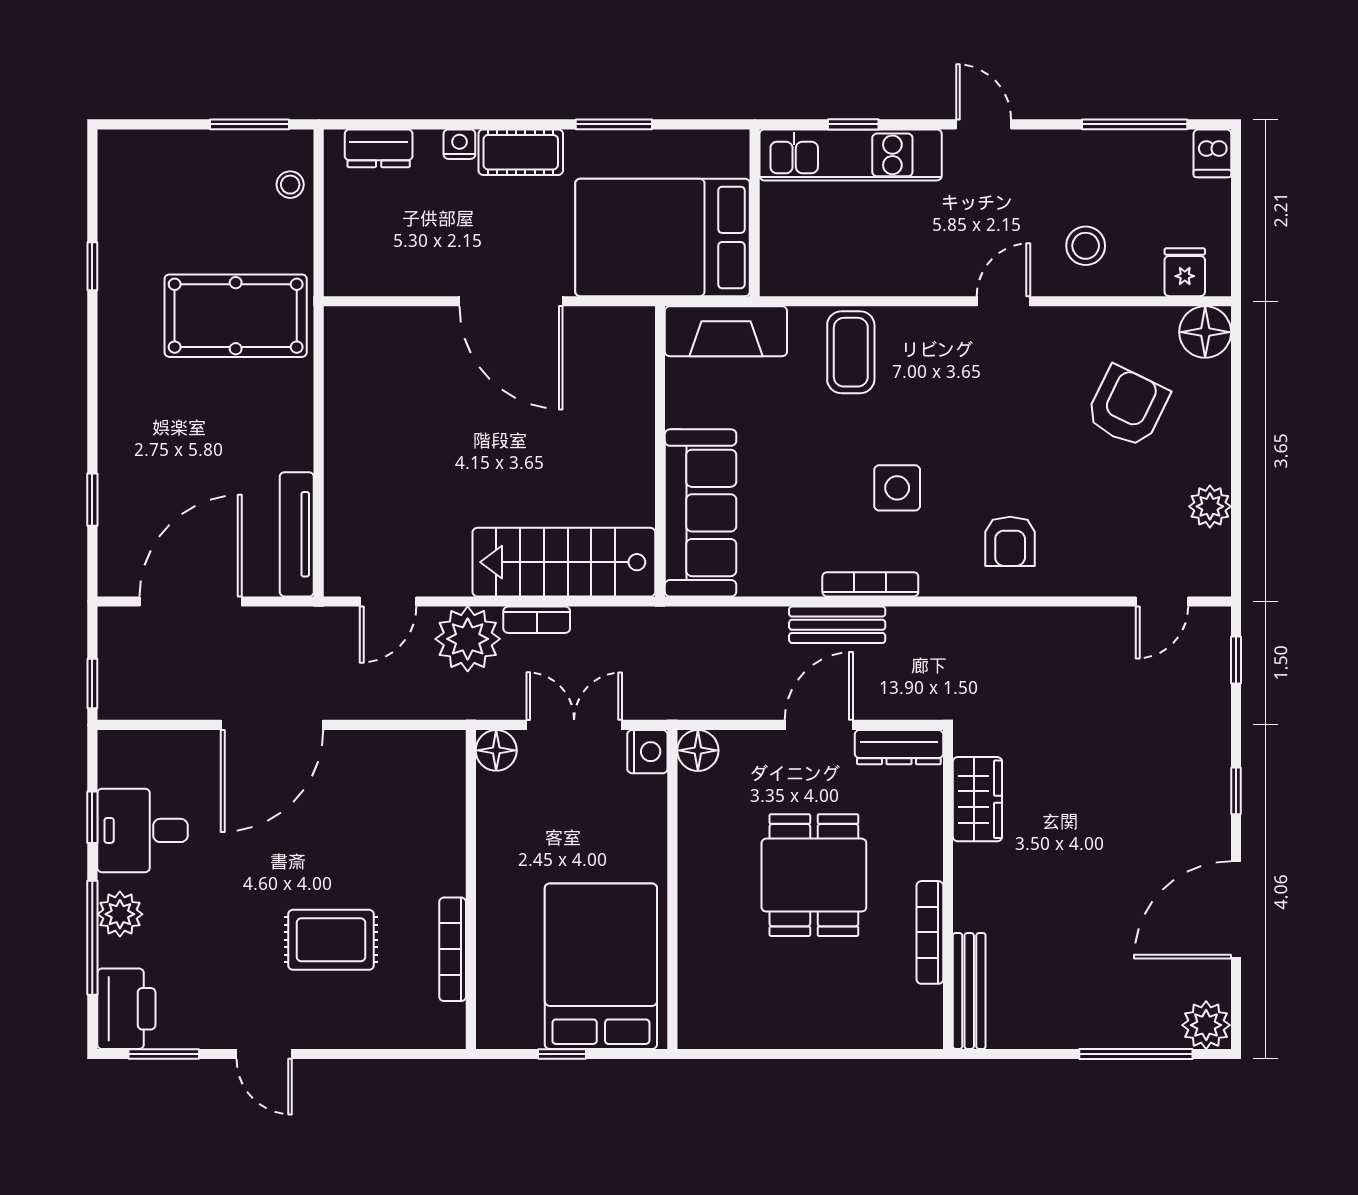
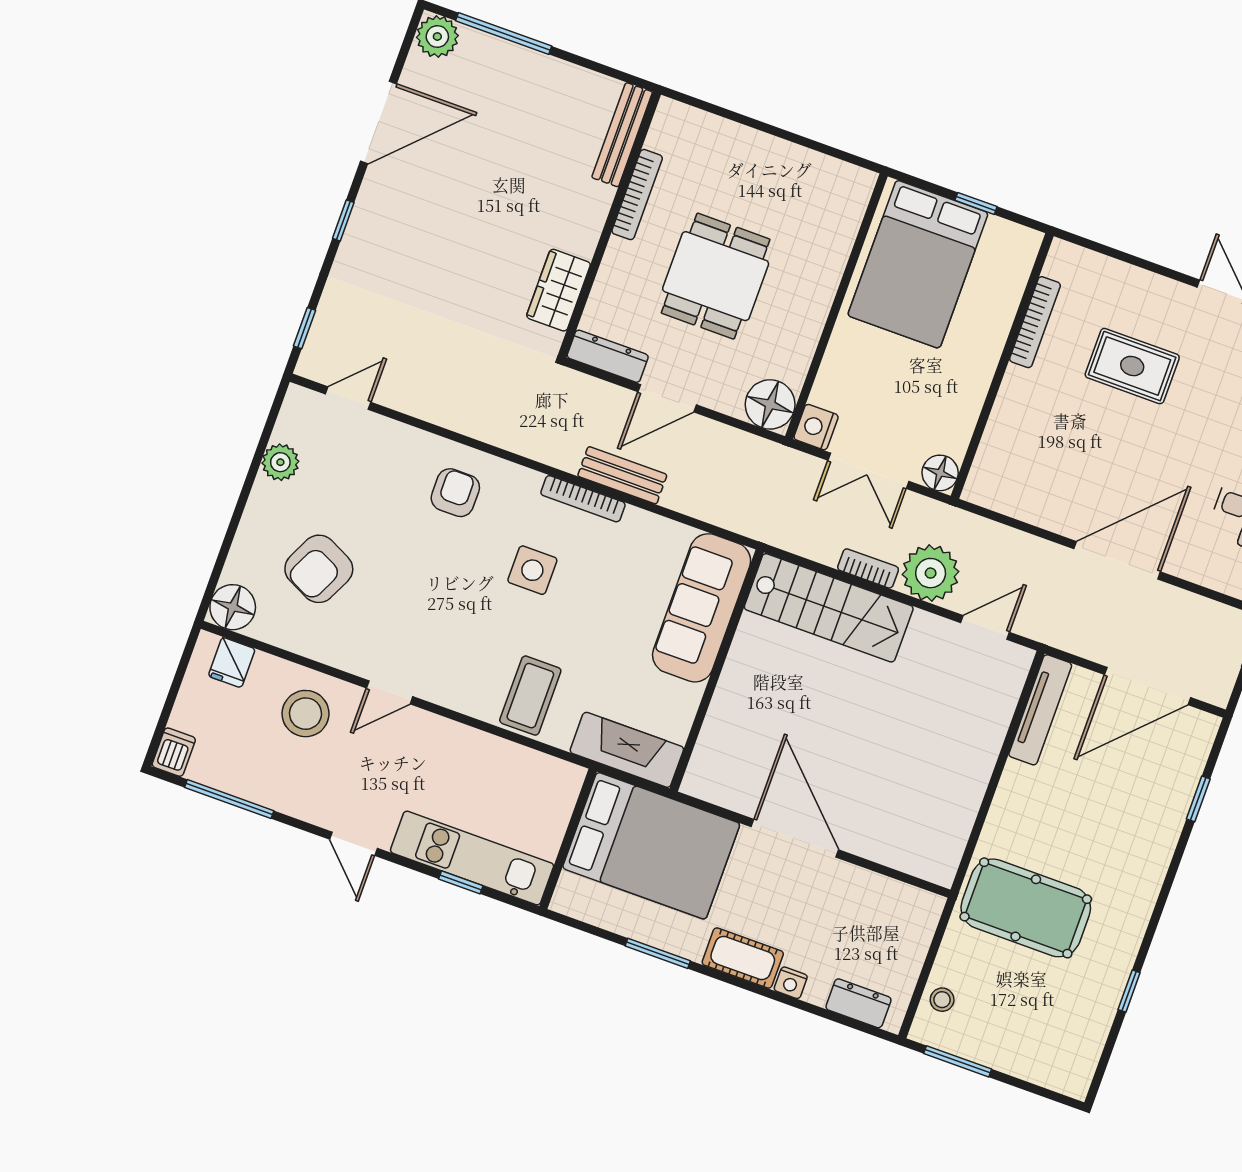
stool: (1086, 246) -> (305, 714), width x1.38, depth x1.38
floor lamp: (698, 750) -> (770, 404), width x1.38, depth x1.38

